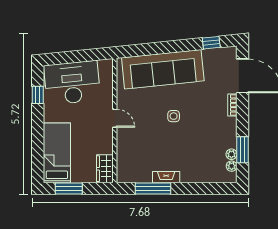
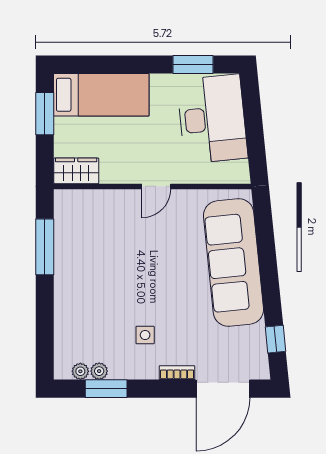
window: (38, 95) -> (193, 64), width x1.50
side table: (174, 116) -> (145, 335), moved
fireplace: (166, 177) -> (63, 268), removed

